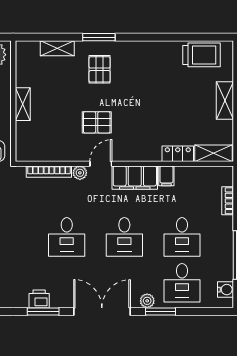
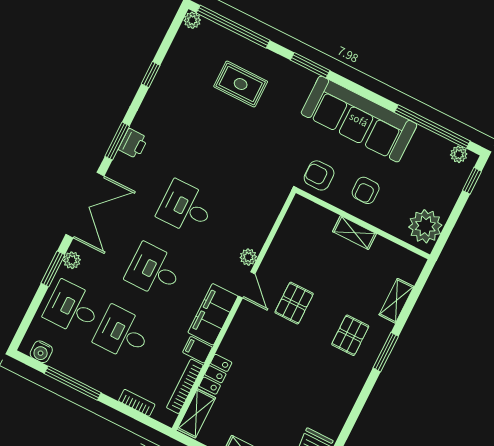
pallet: (100, 69) -> (350, 335), turned 90
bookcase: (49, 172) -> (185, 386), moved

